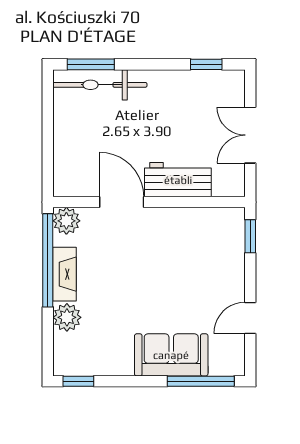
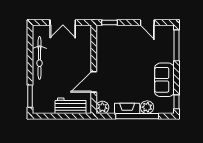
window: (206, 64) -> (30, 43), removed
bicycle: (100, 85) -> (40, 58), moved
workbench: (178, 180) -> (71, 106), moved, turned 90
window: (48, 260) -> (137, 116), moved
sofa: (171, 355) -> (164, 80), moved

